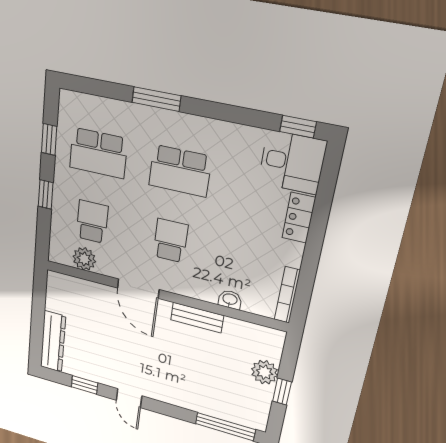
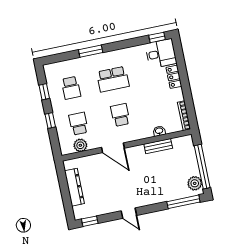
school desk: (98, 153) -> (71, 88), width x0.54
bench: (197, 318) -> (158, 146), moved
dresser: (53, 342) -> (74, 187), moved
plant: (265, 372) -> (195, 183), moved
window: (84, 385) -> (90, 221), moved
window: (282, 392) -> (202, 167), width x3.17

